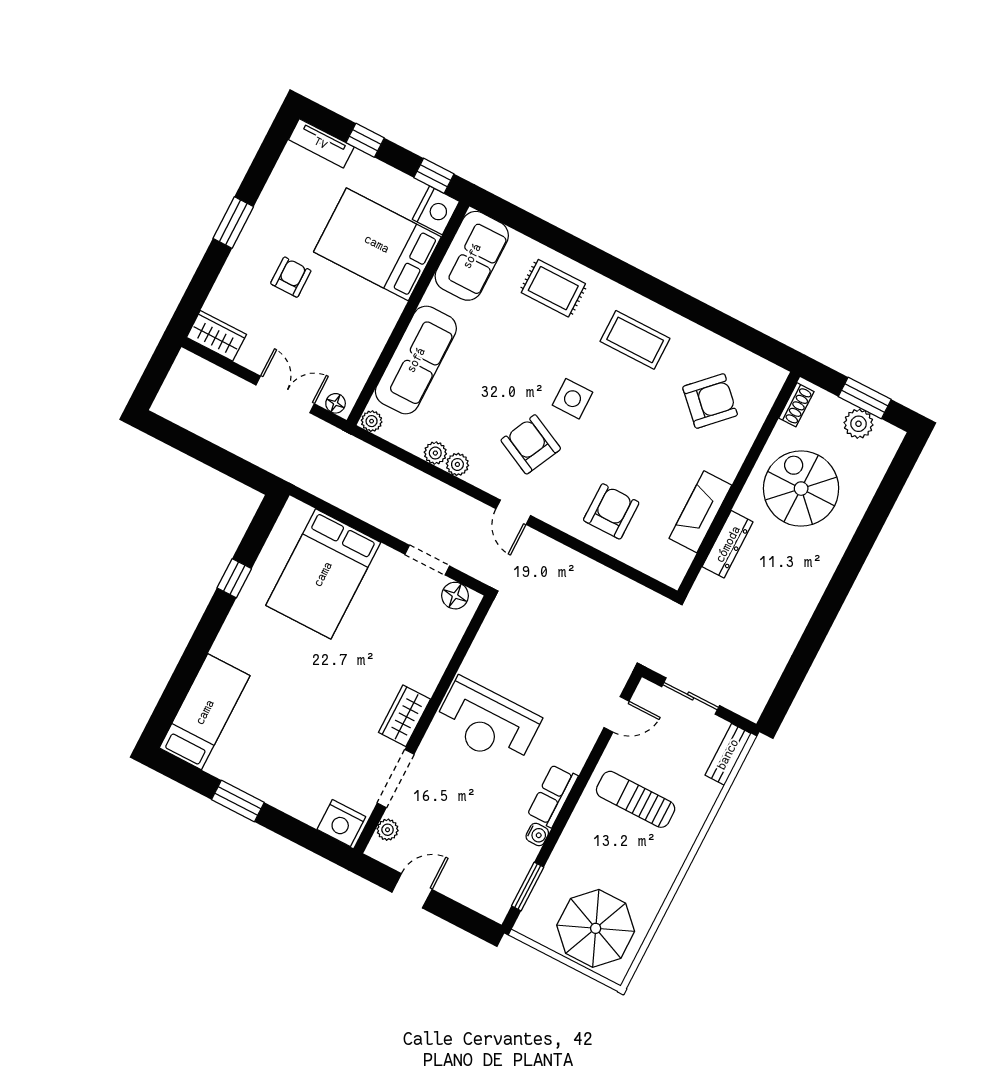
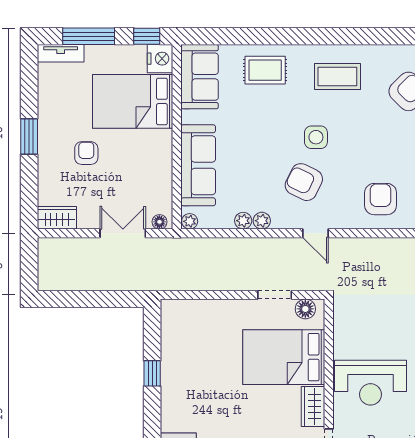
window: (365, 140) -> (89, 36), width x2.17
bed: (323, 574) -> (284, 357), moved, turned 90

